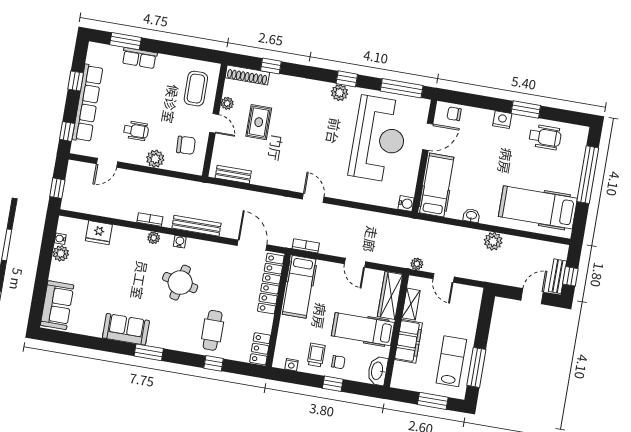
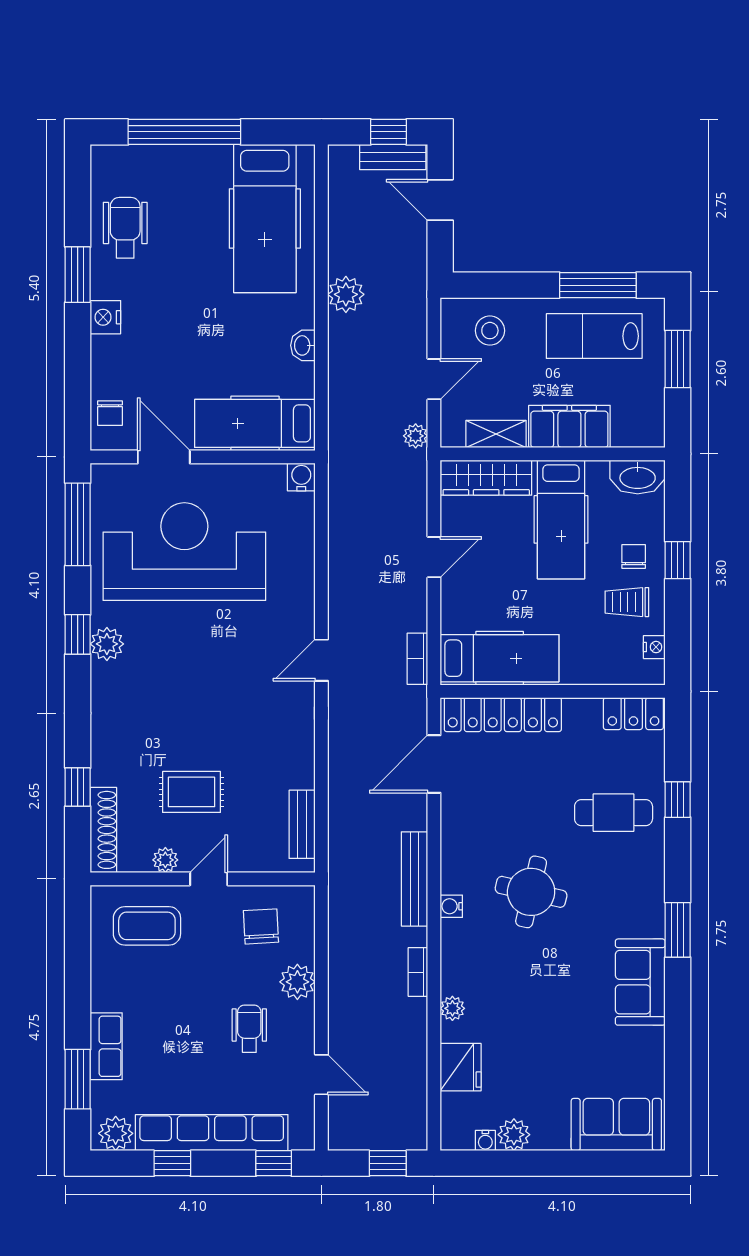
plant: (95, 55) -> (116, 1133), added
plant: (154, 238) -> (452, 1008), moved
stool: (463, 310) -> (490, 331), added

